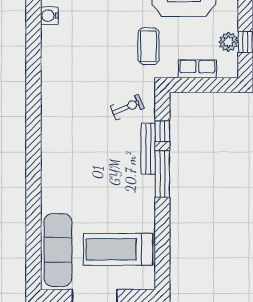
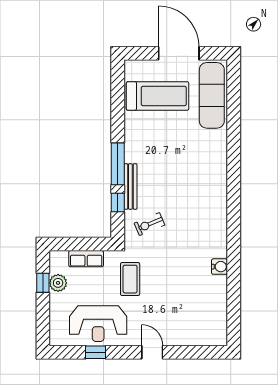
water cooler: (49, 16) -> (220, 267), moved

